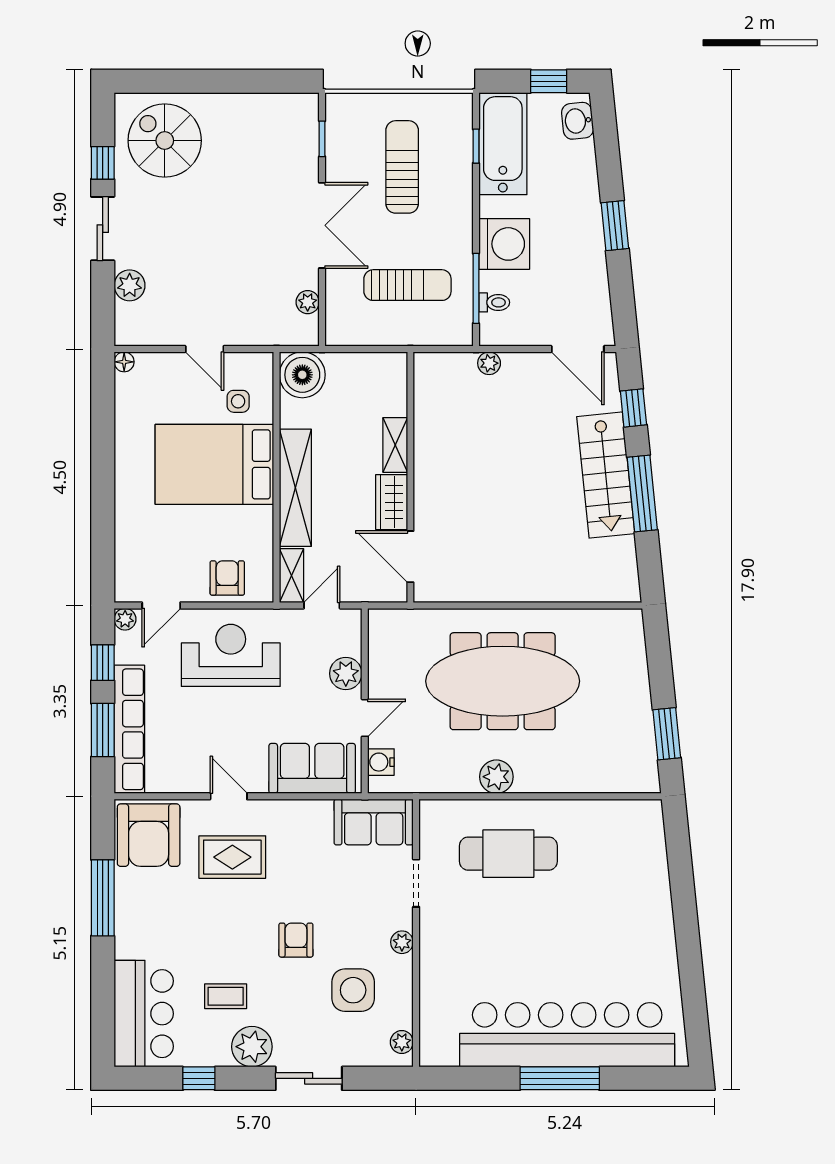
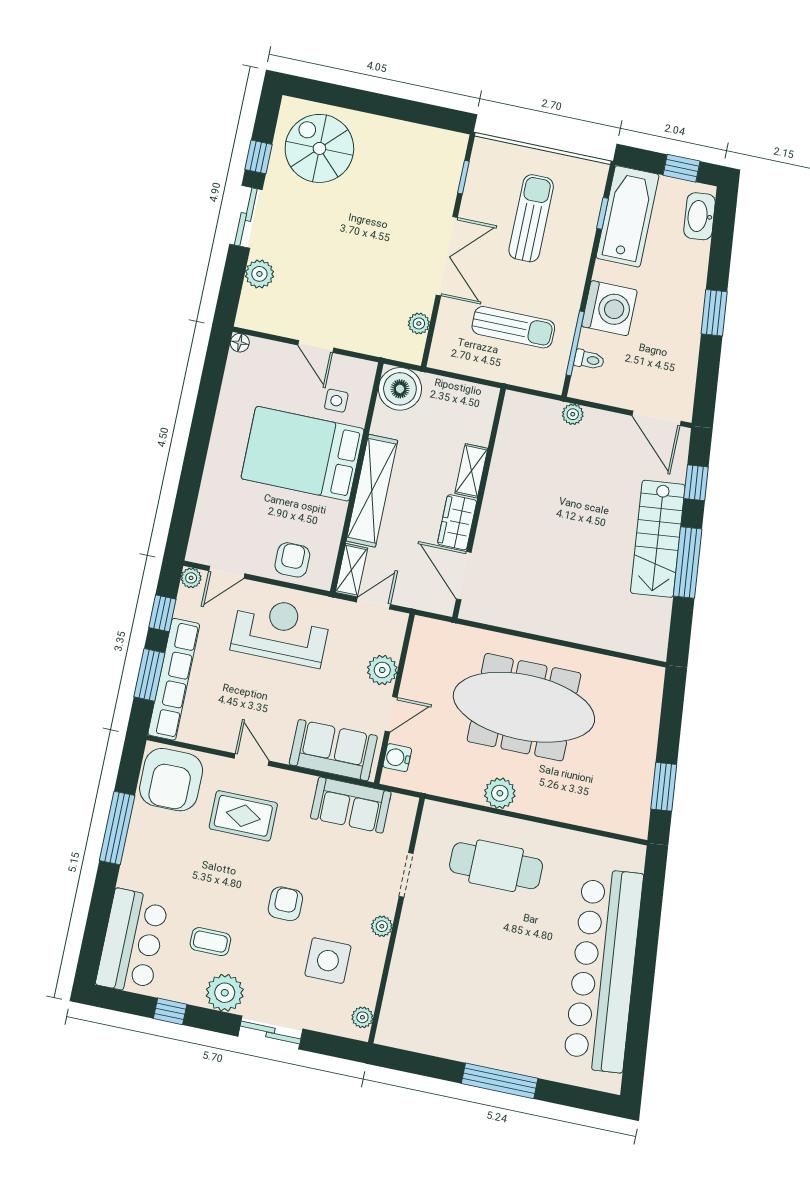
washbasin: (578, 121) -> (700, 216), width x1.38
sofa: (374, 822) -> (351, 805), moved
bar counter: (567, 1035) -> (603, 970), moved, turned -96

